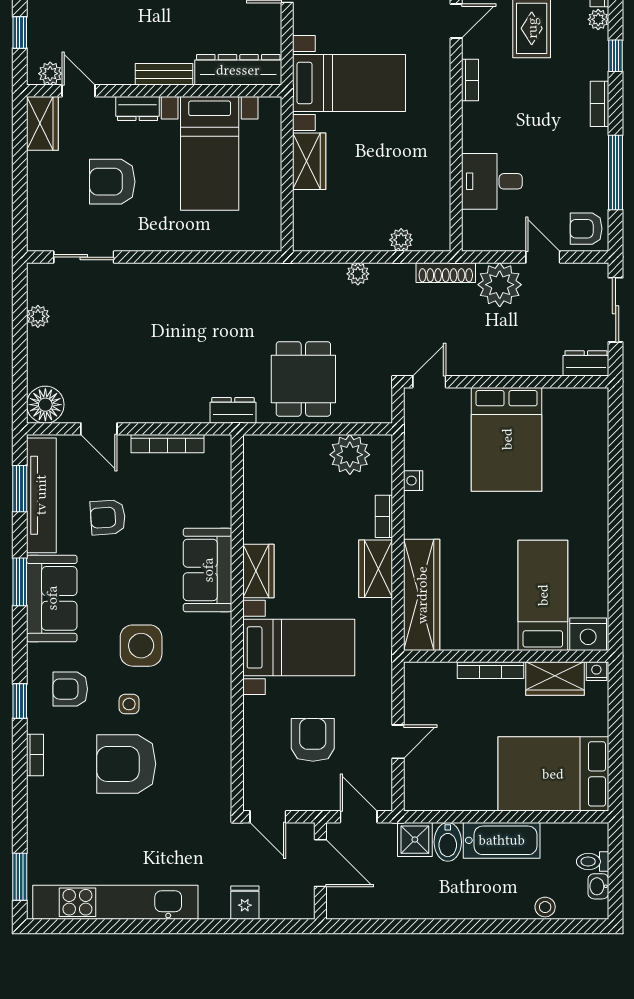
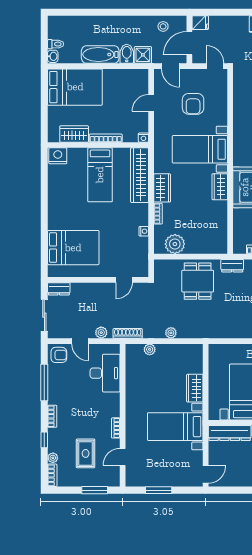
desk: (492, 181) -> (105, 373), width x1.37
plant: (500, 285) -> (101, 333), width x0.53, depth x0.53
door: (429, 382) -> (124, 280), moved
bed: (507, 439) -> (73, 248), moved, turned 90
bed: (543, 595) -> (100, 175), moved
nightstand: (596, 671) -> (143, 138), moved
door: (320, 863) -> (189, 43), hinge flipped
washbasin: (598, 886) -> (53, 56), moved
fridge: (245, 903) -> (200, 23), moved, turned -90
stool: (545, 907) -> (163, 26), moved

